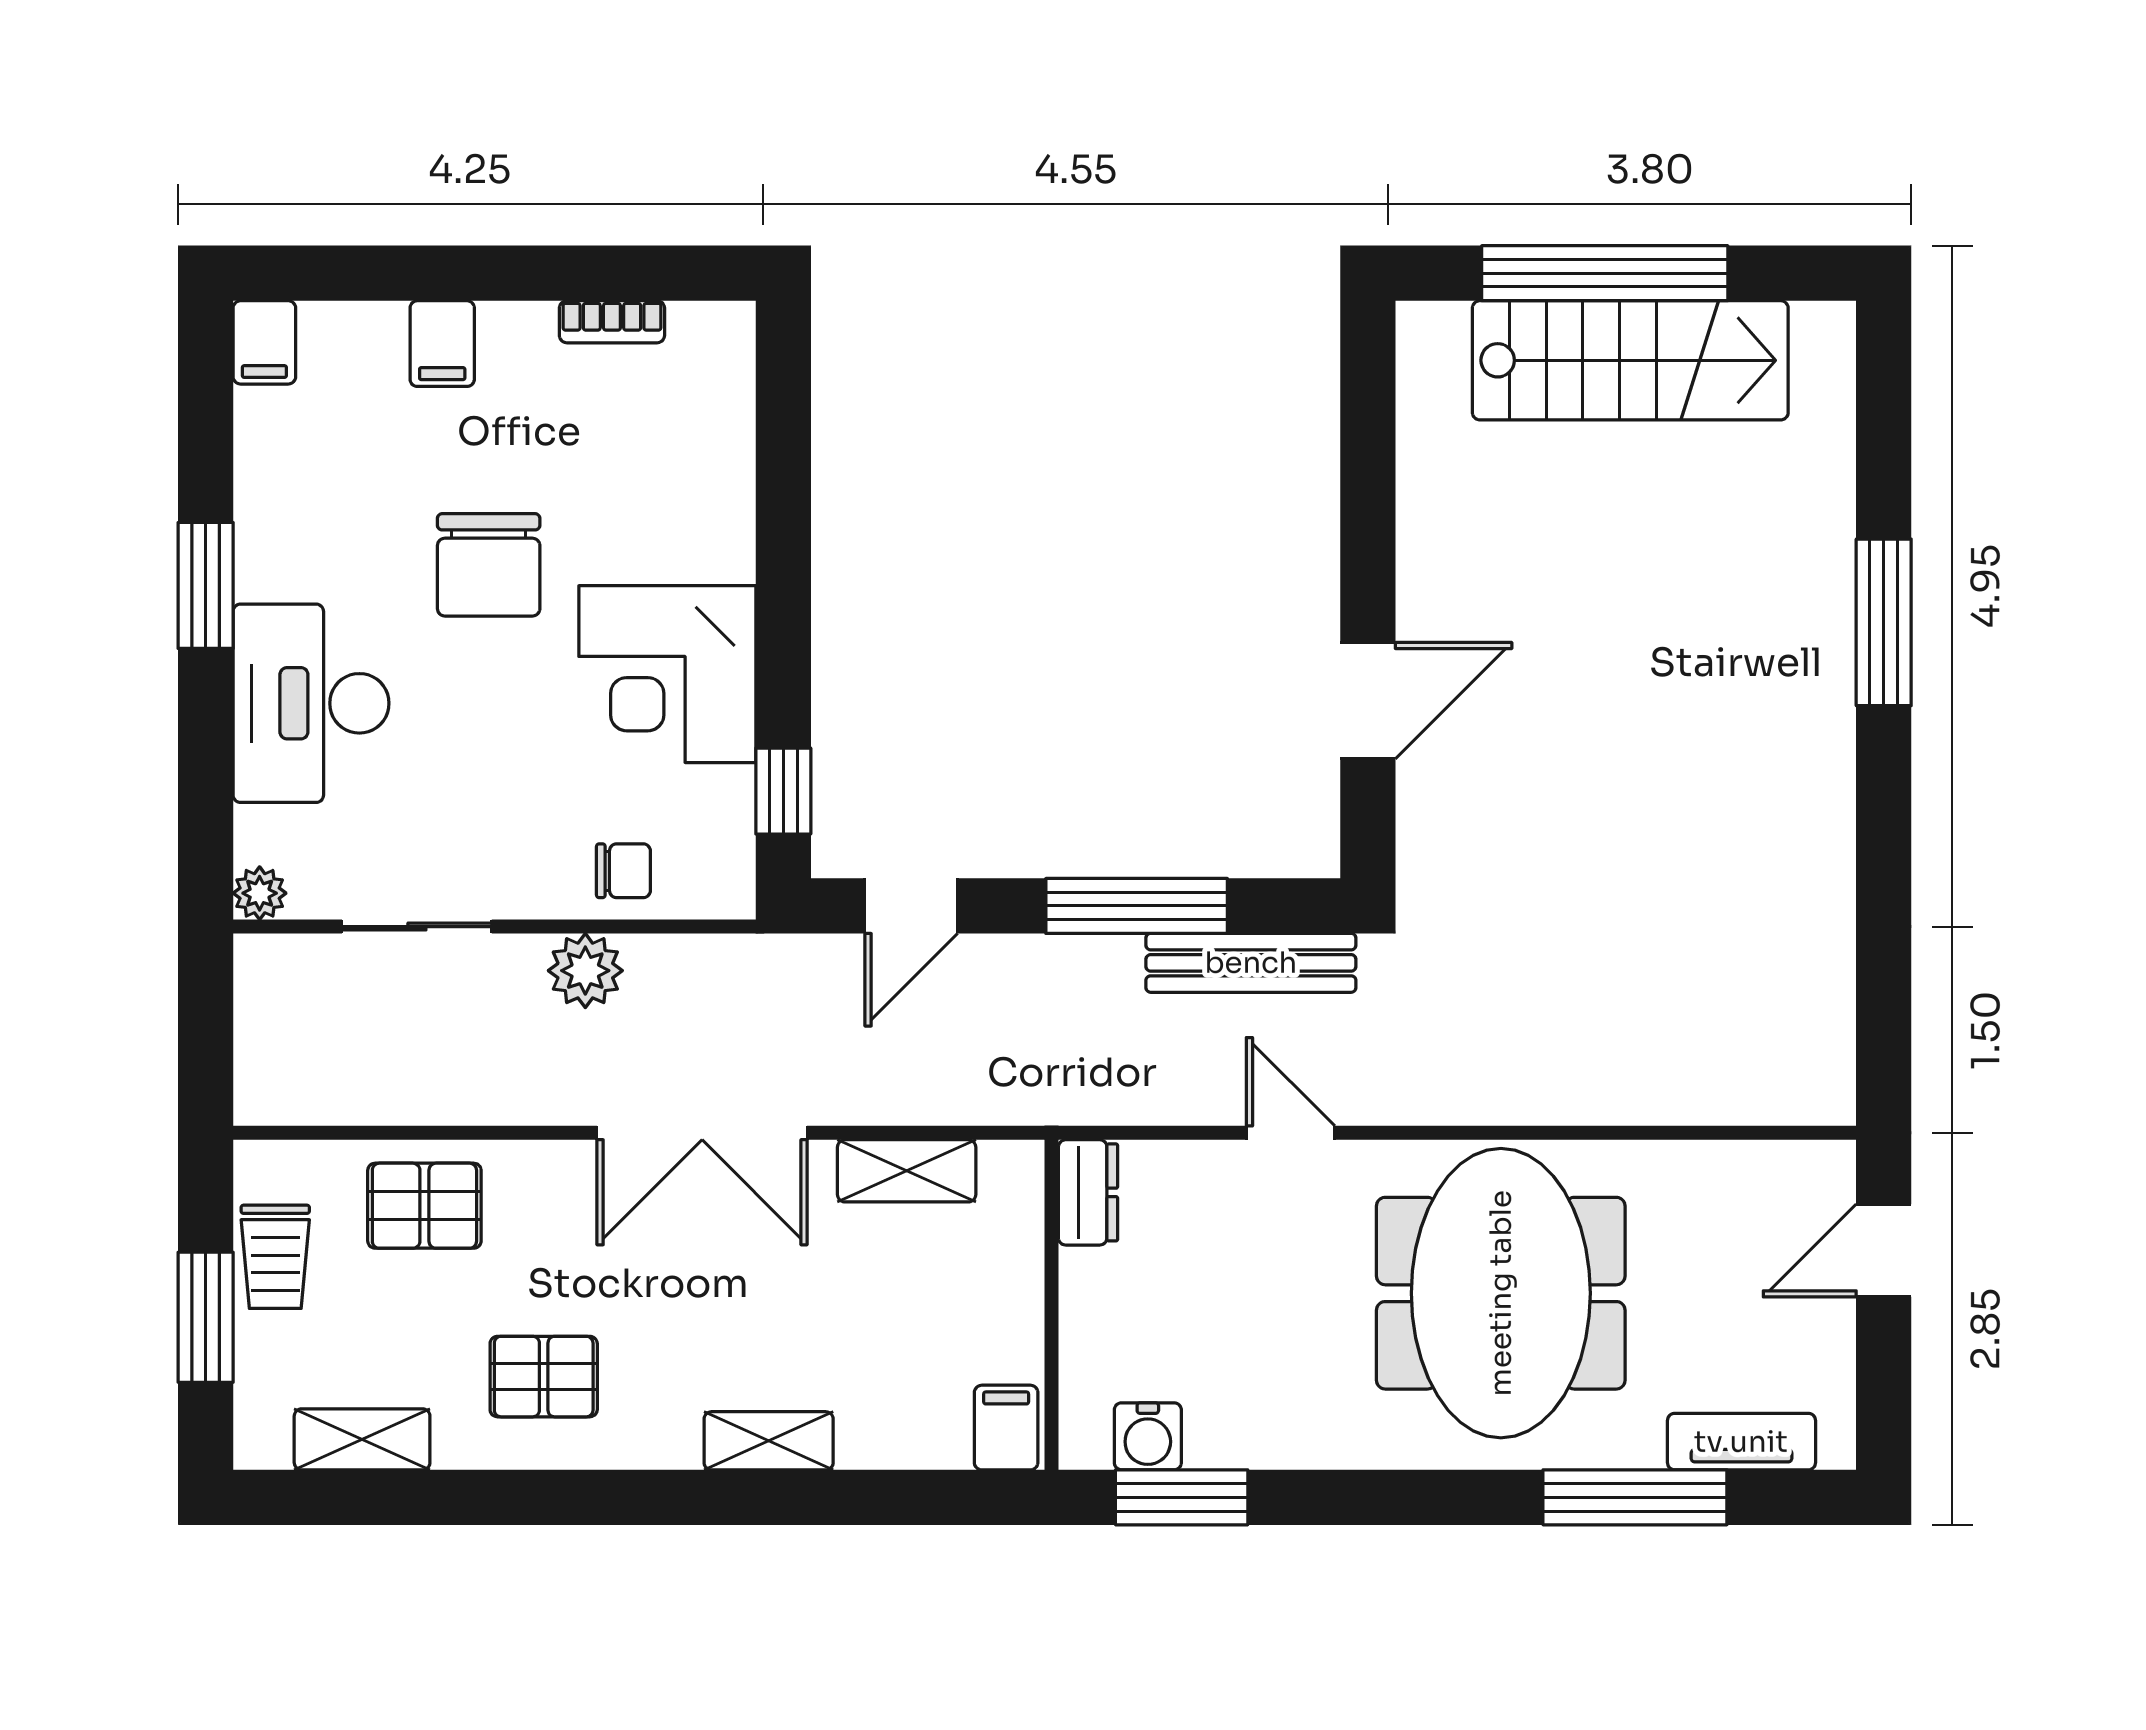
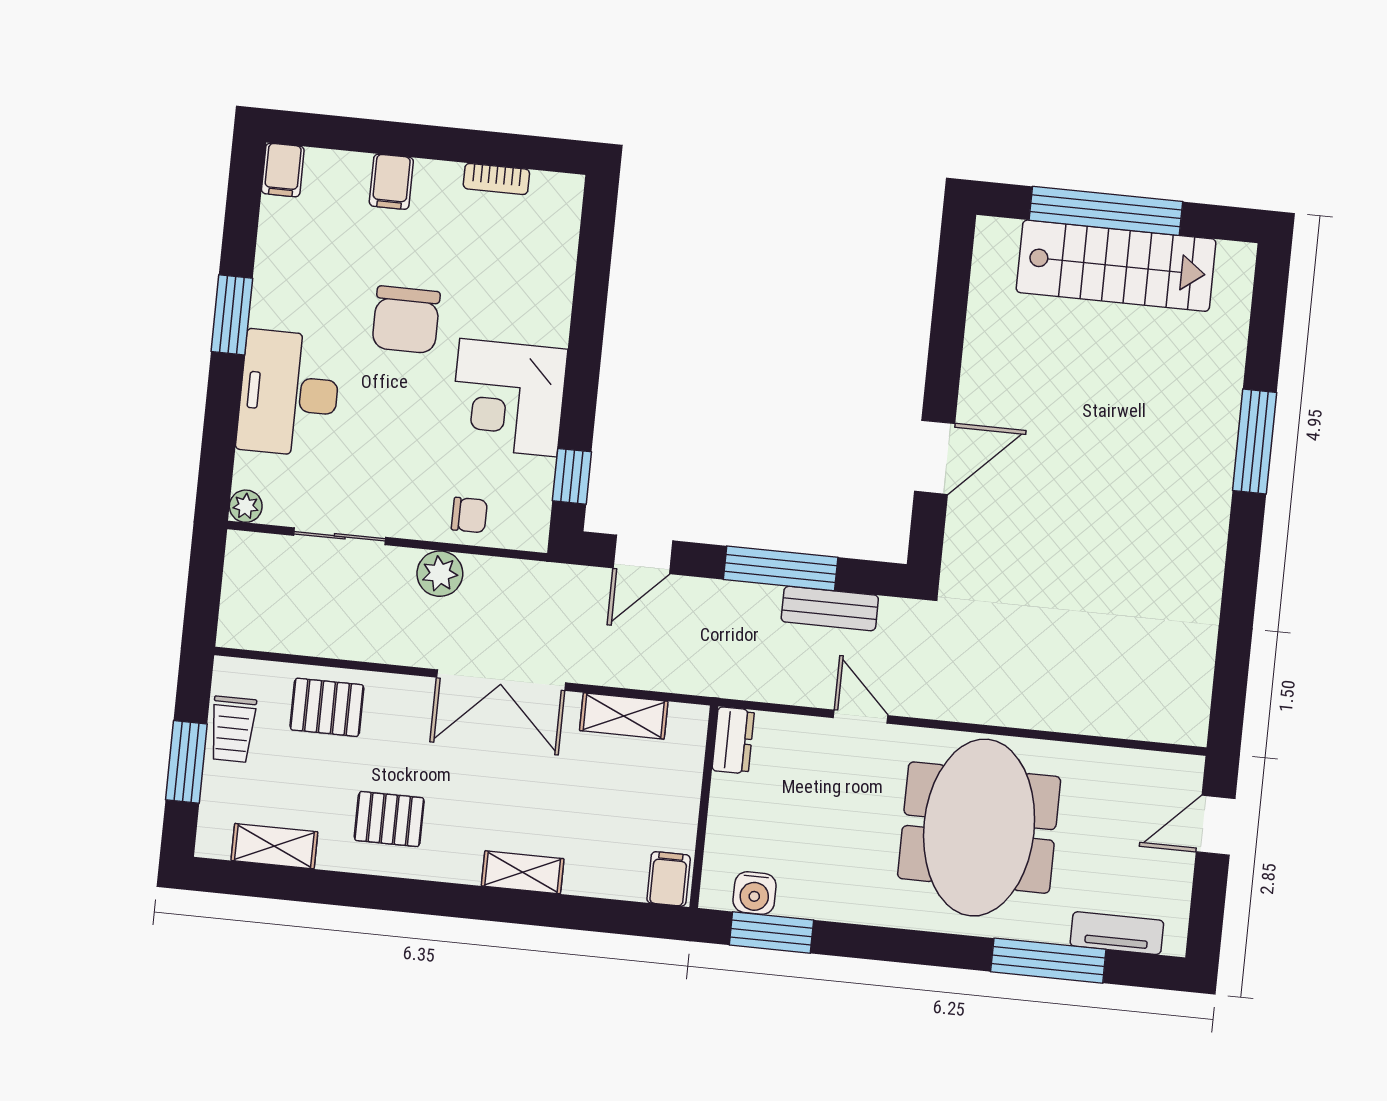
bench: (1251, 963) -> (830, 608), width x0.73

